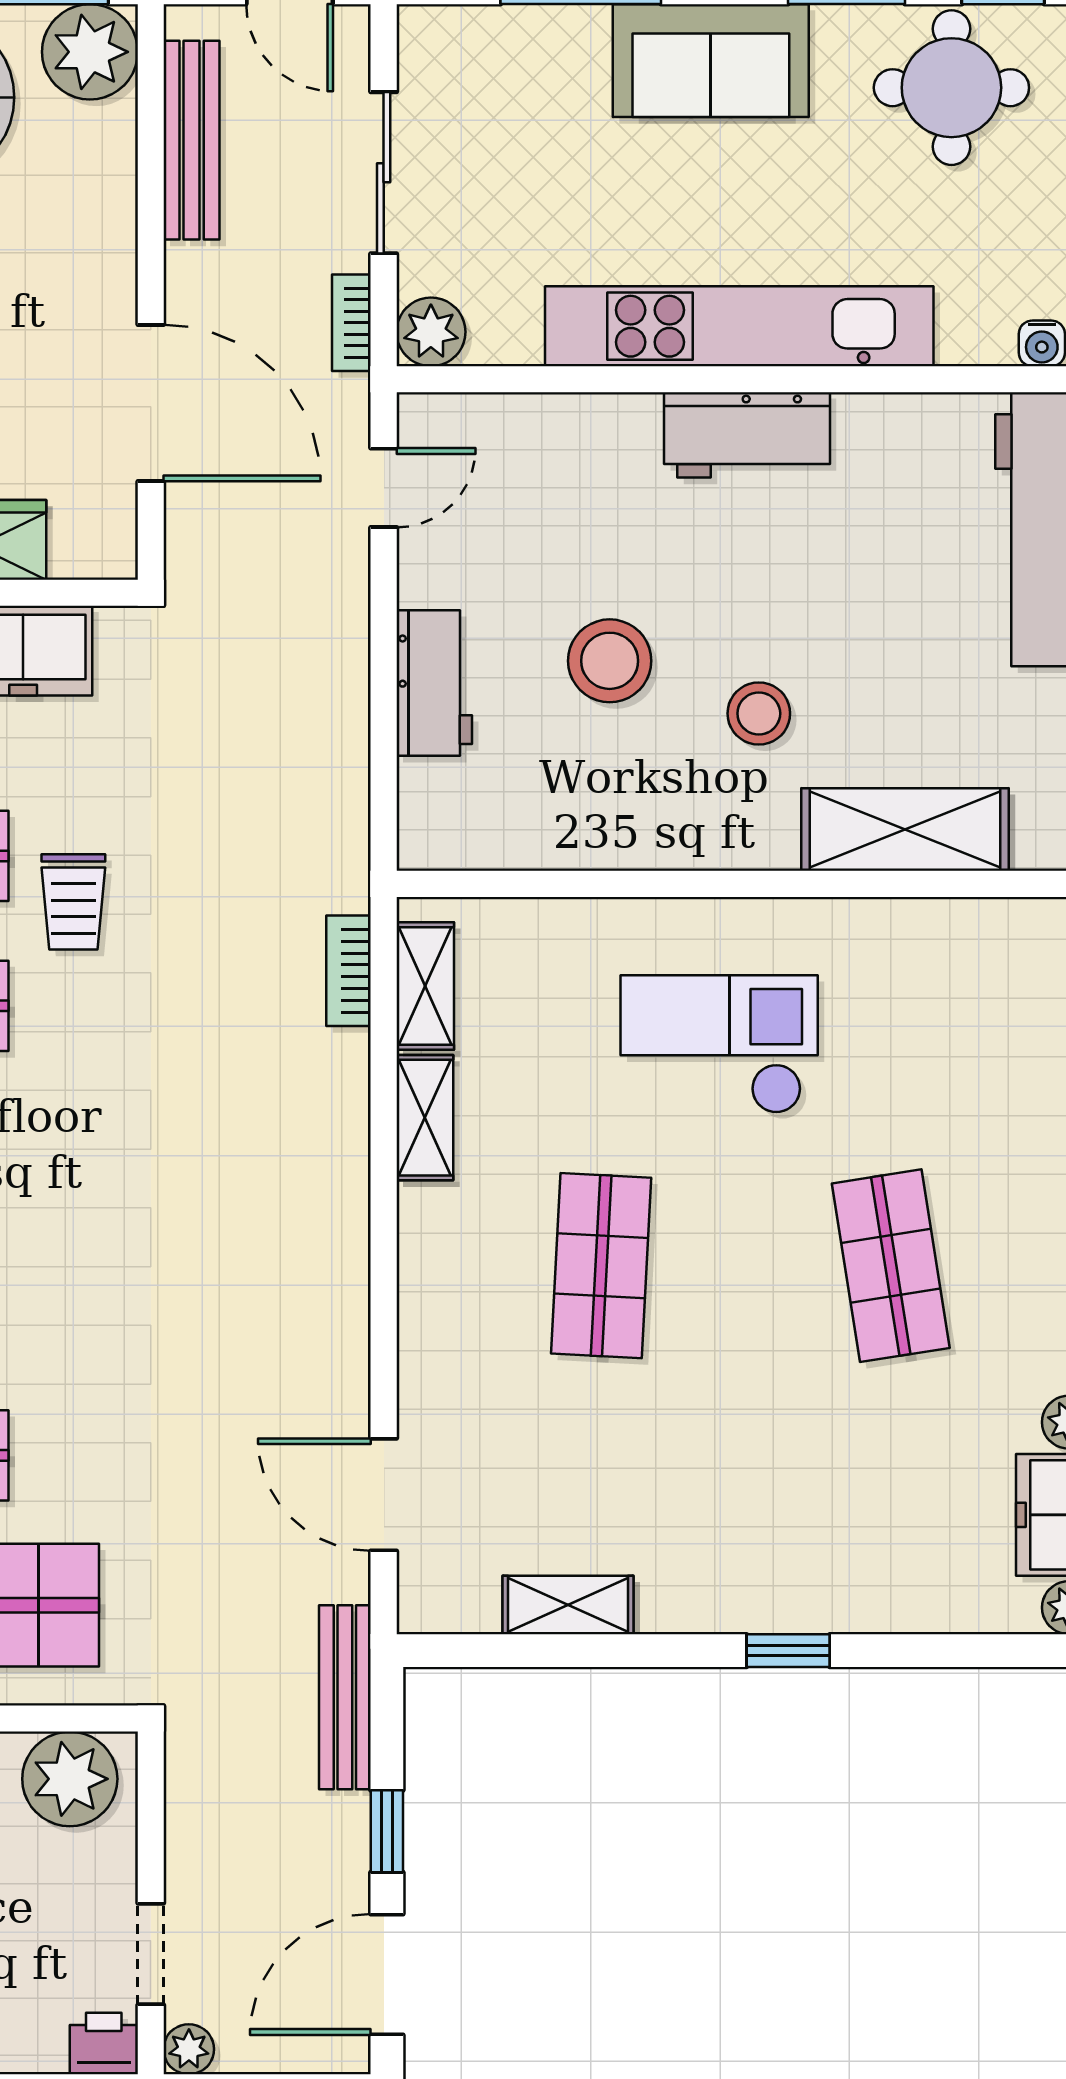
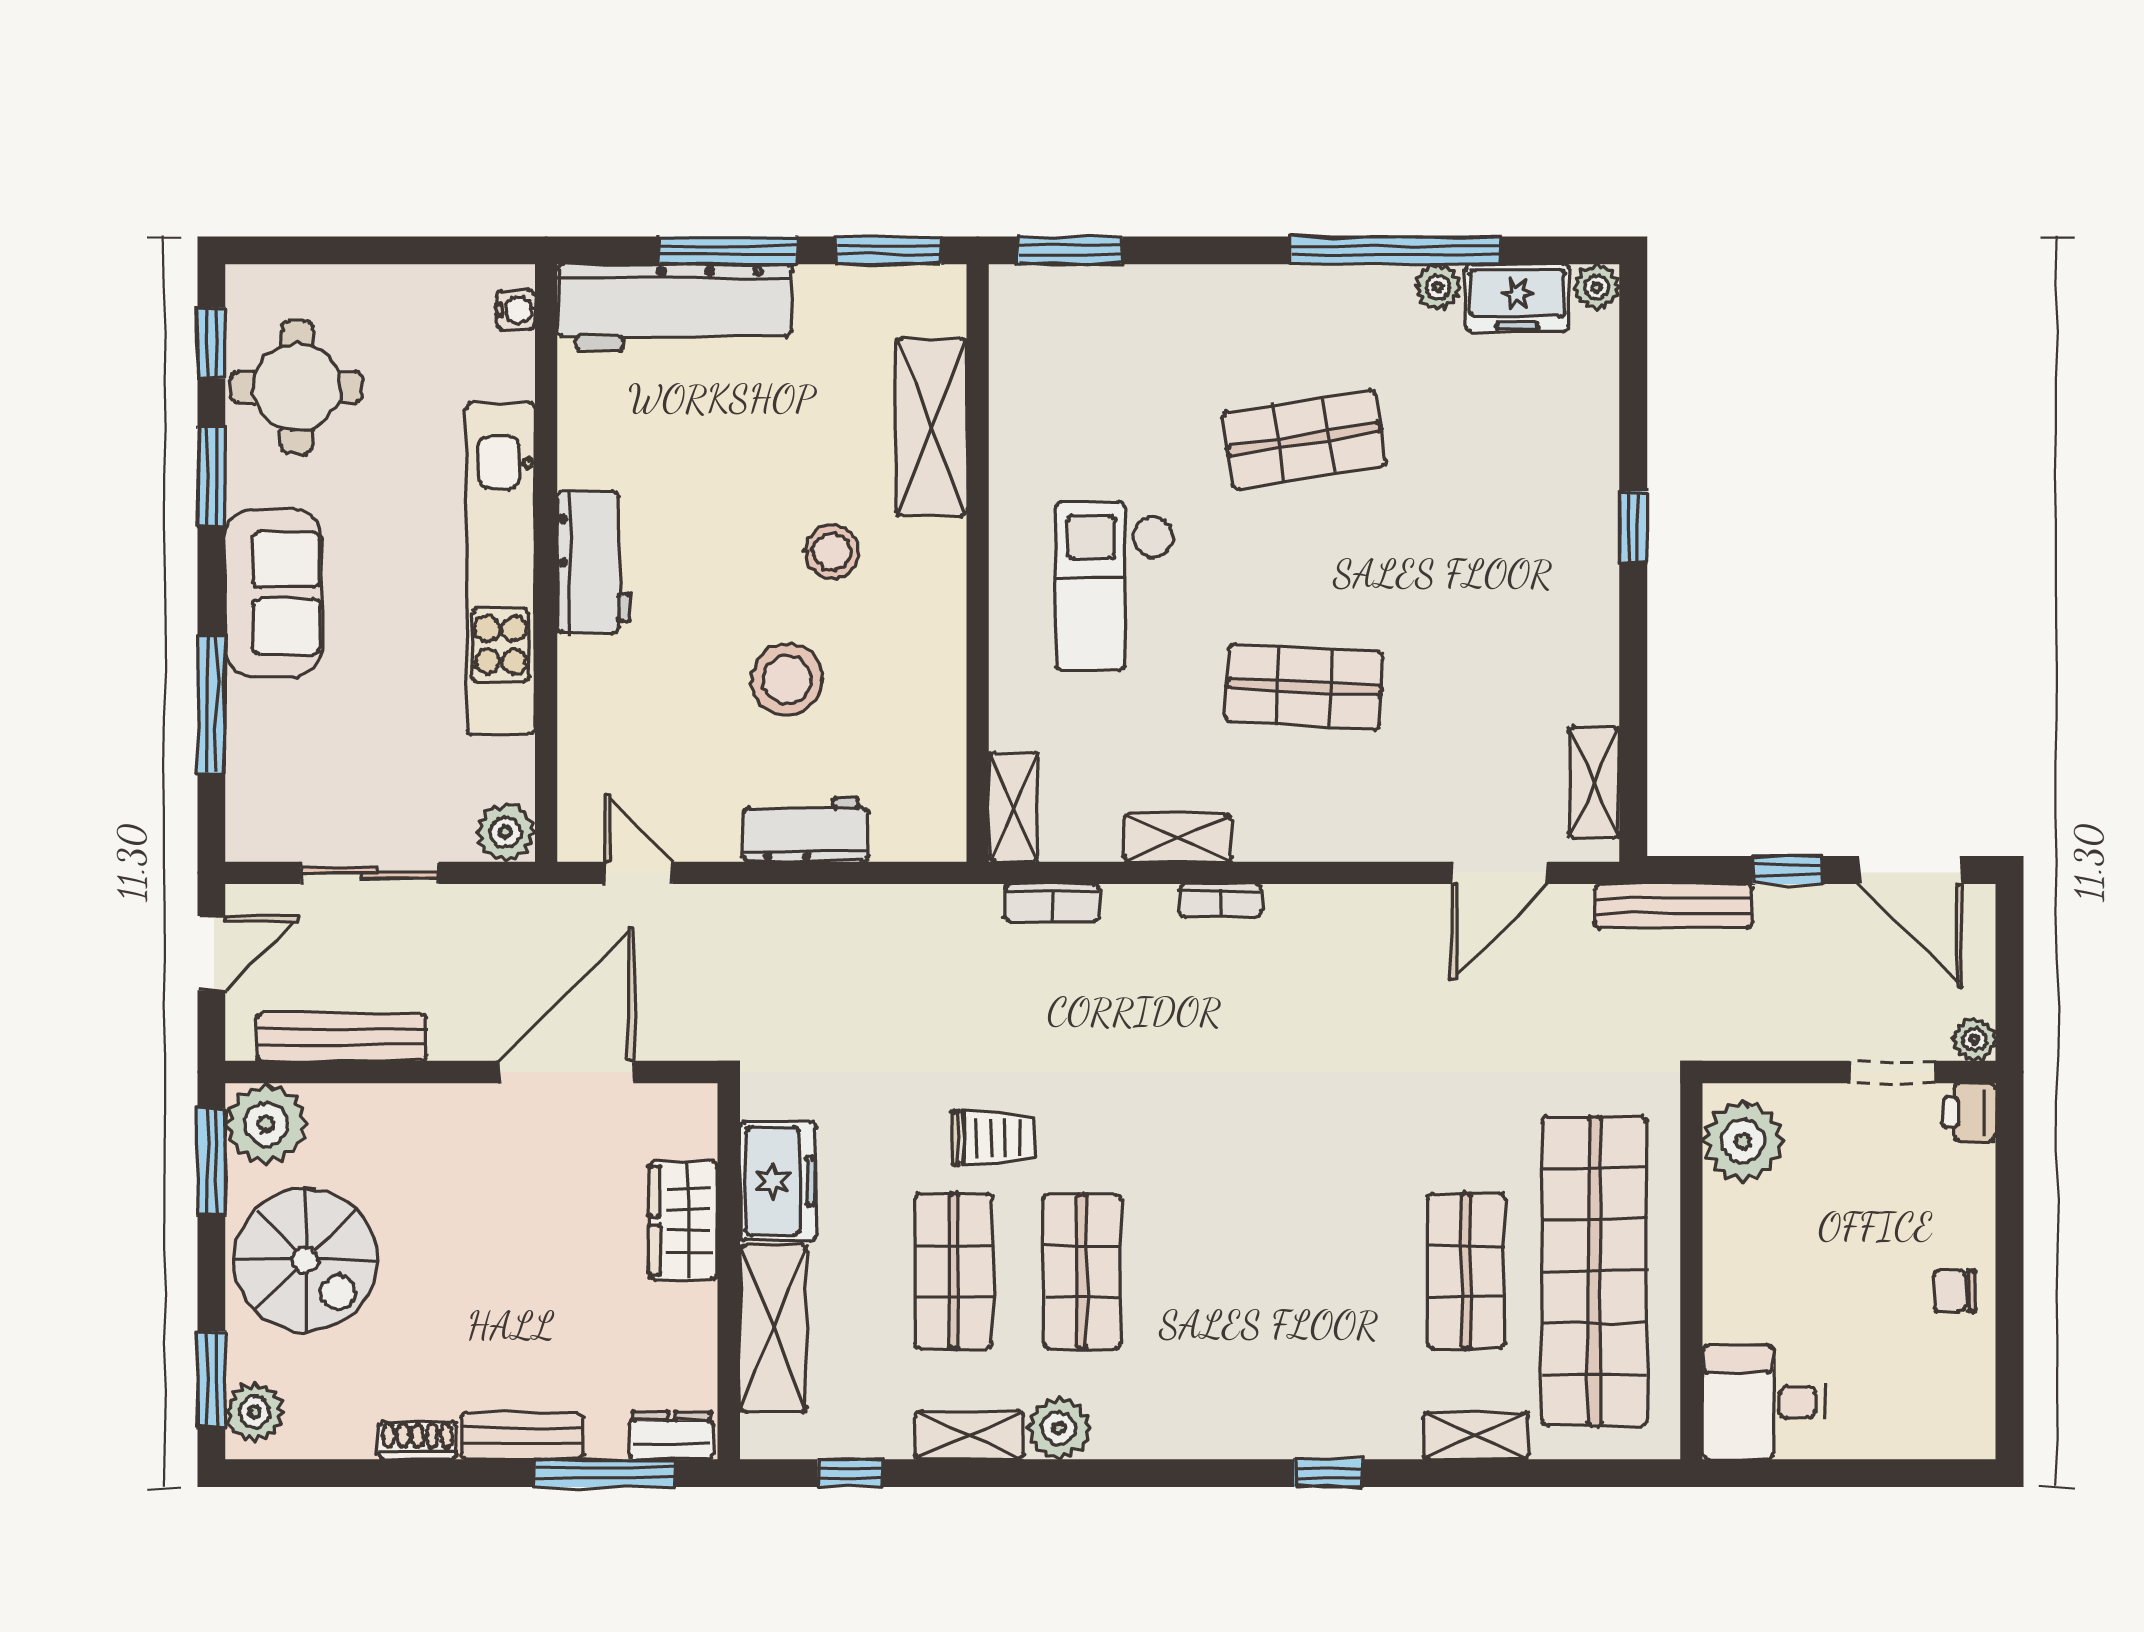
bookcase: (351, 323) -> (1221, 900), moved
shelving: (425, 986) -> (1013, 807), moved, turned 90
shelving: (568, 1605) -> (1594, 782), moved

